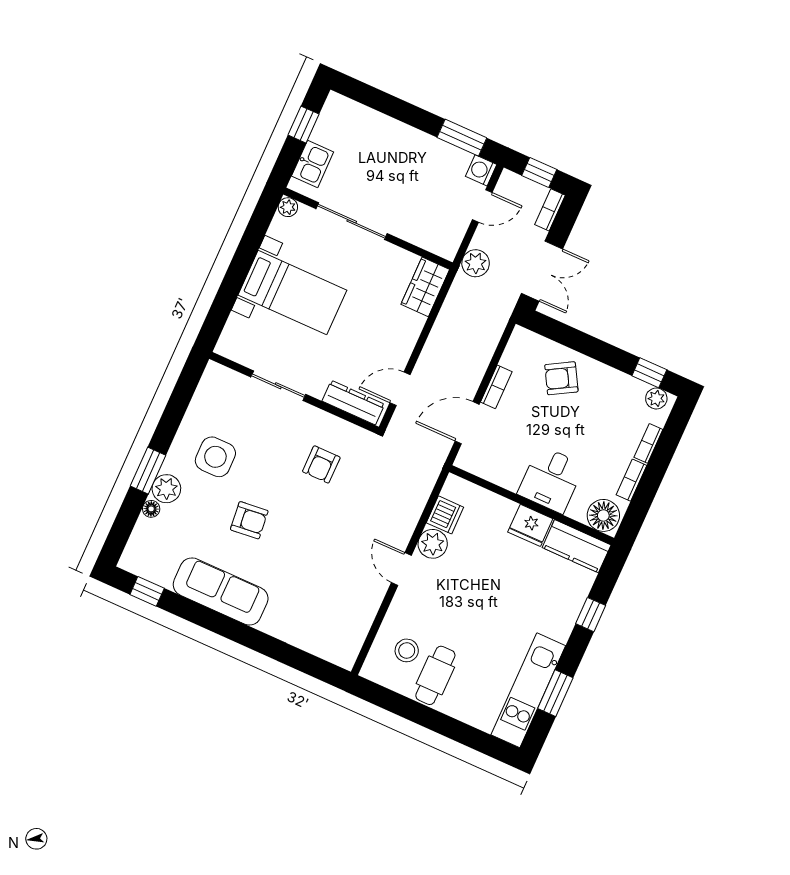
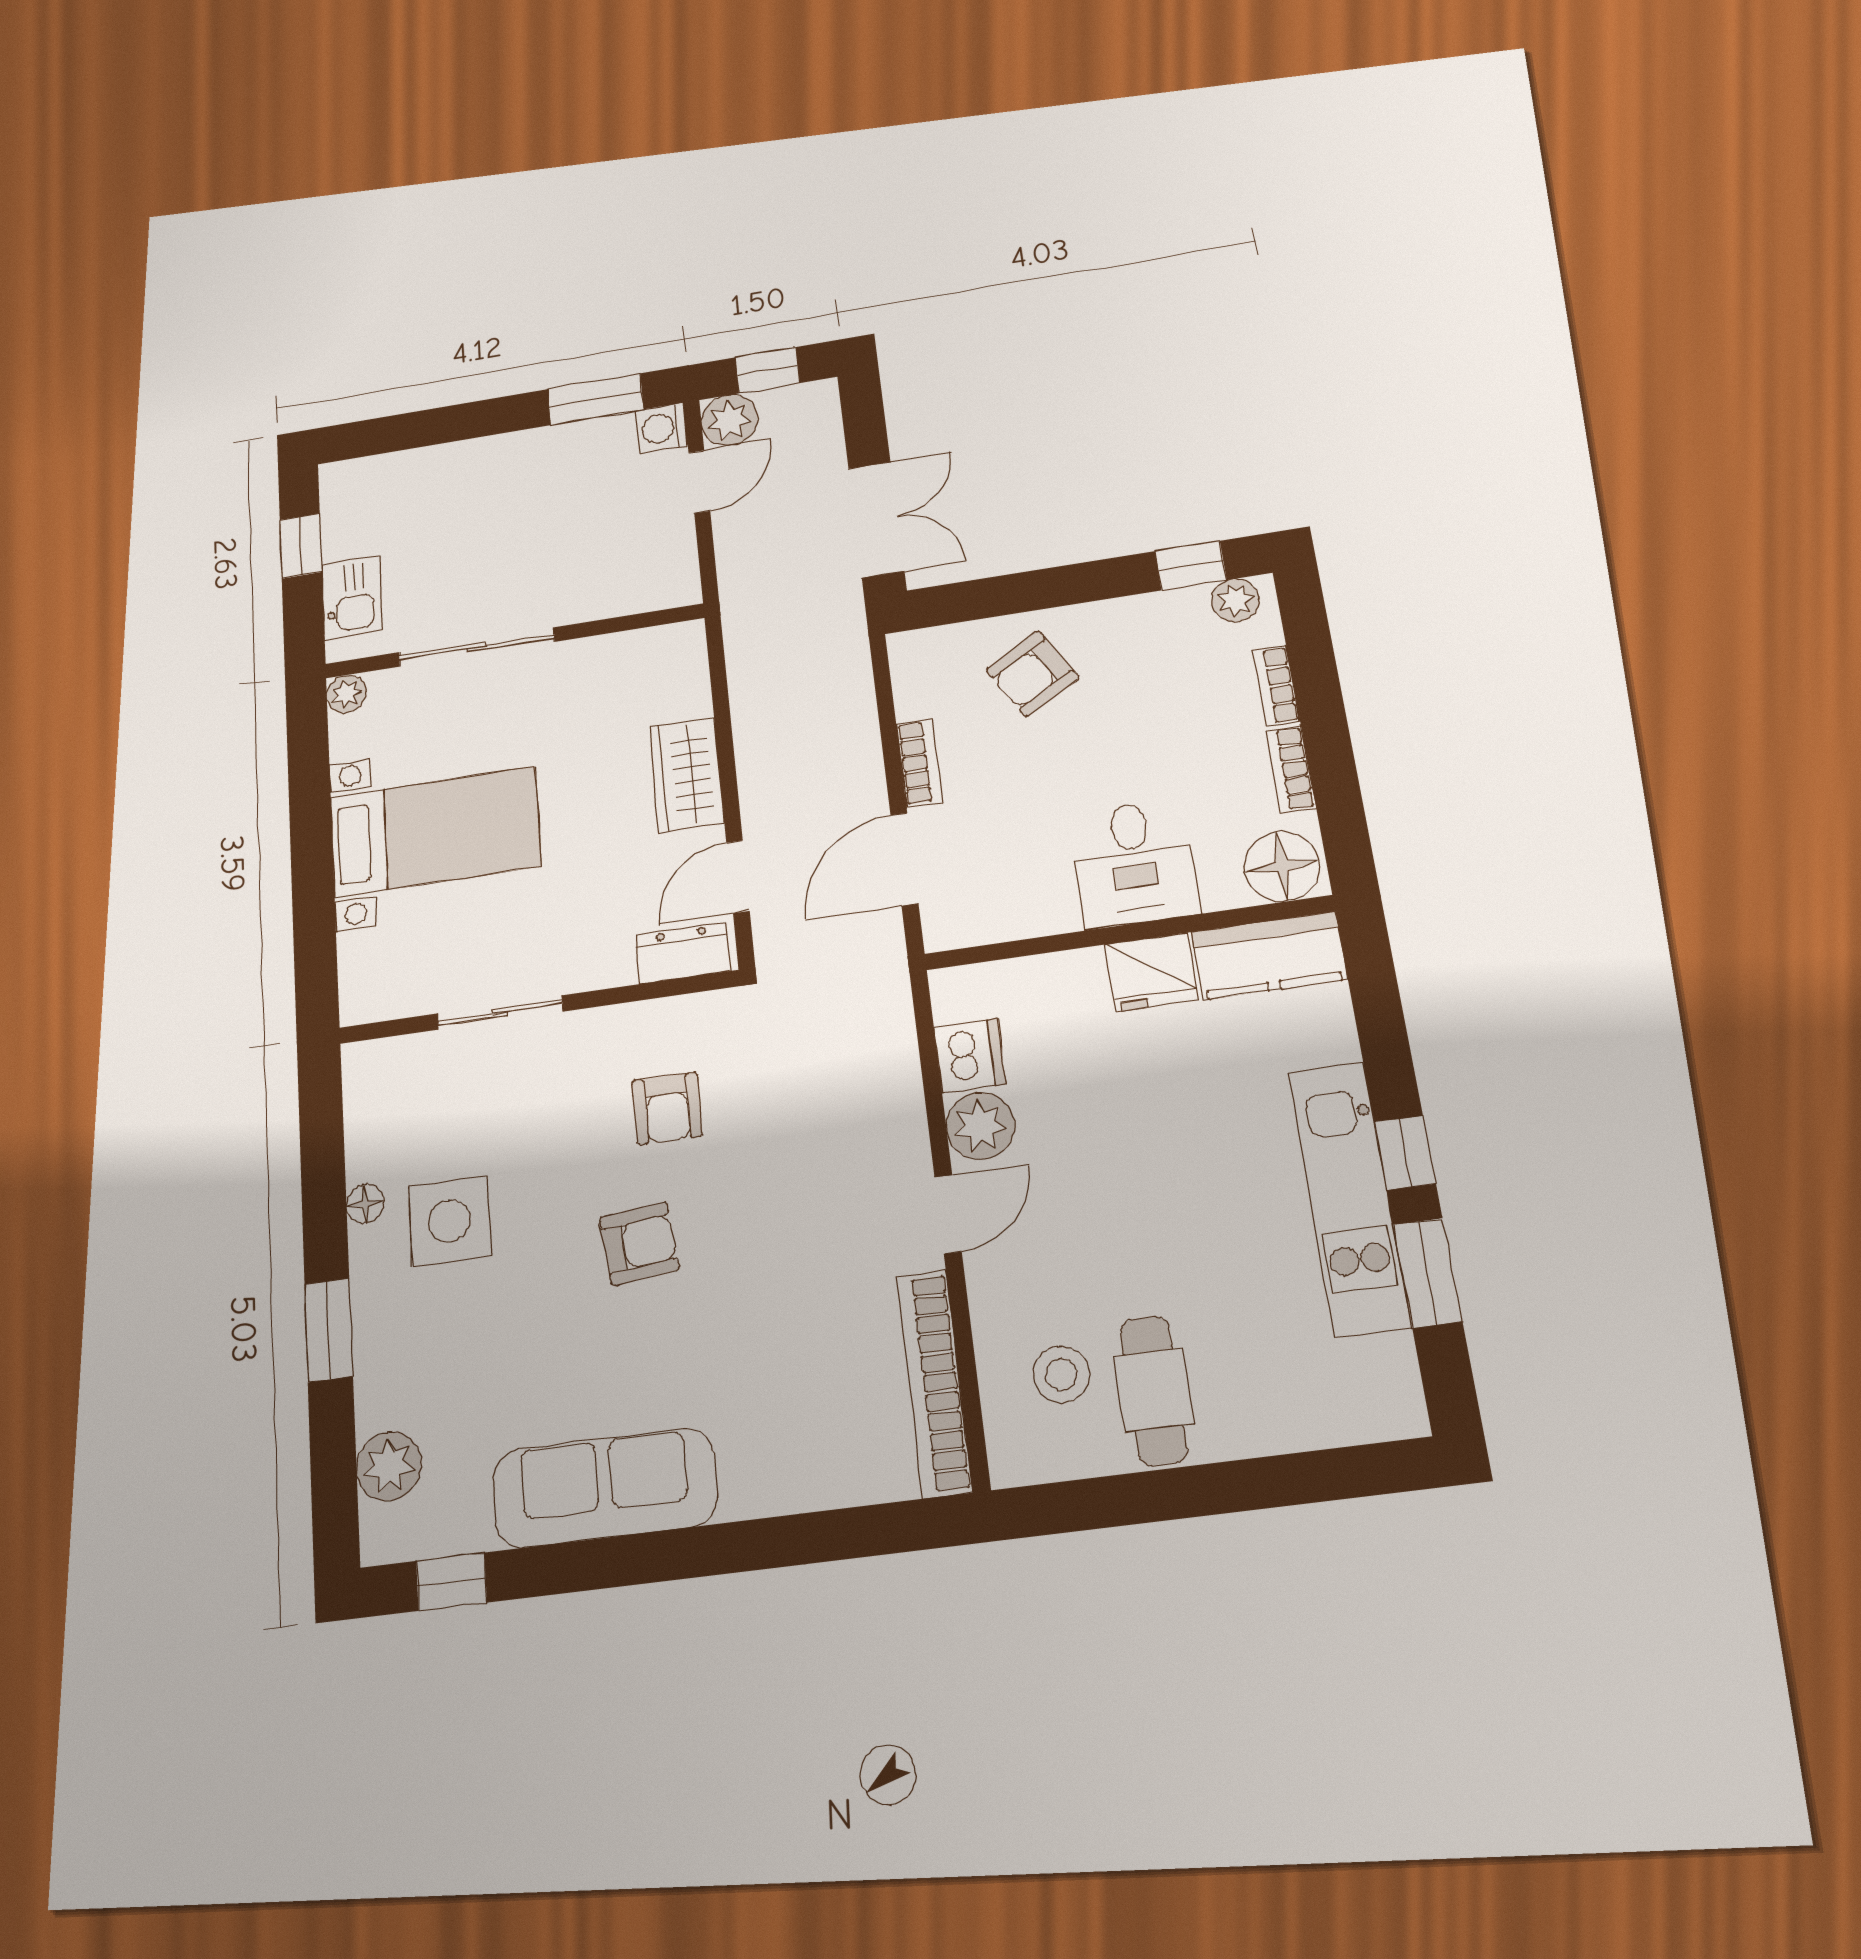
bookcase: (550, 210) -> (934, 1383), moved, width x2.31, depth x1.31
plant: (476, 263) -> (729, 420), moved
wardrobe: (425, 287) -> (687, 775), moved
dresser: (353, 403) -> (683, 953), width x0.70
plant: (166, 489) -> (389, 1466), moved
floor lamp: (151, 509) -> (365, 1204), moved
armchair: (249, 520) -> (639, 1244), moved
door: (401, 569) -> (948, 1214), swing flipped
window: (591, 615) -> (1405, 1153), moved
kitchen unit: (528, 690) -> (1349, 1198), moved

